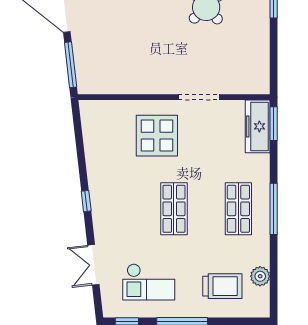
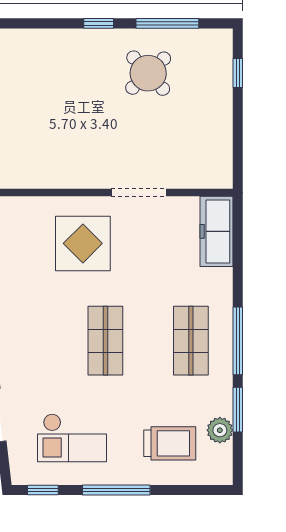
window: (274, 124) -> (238, 410), moved

